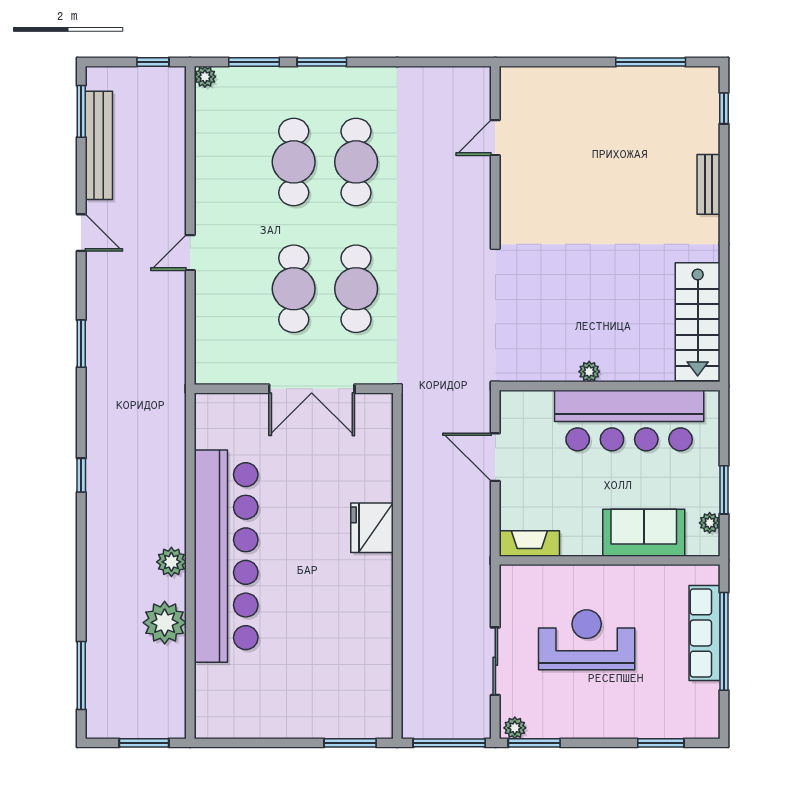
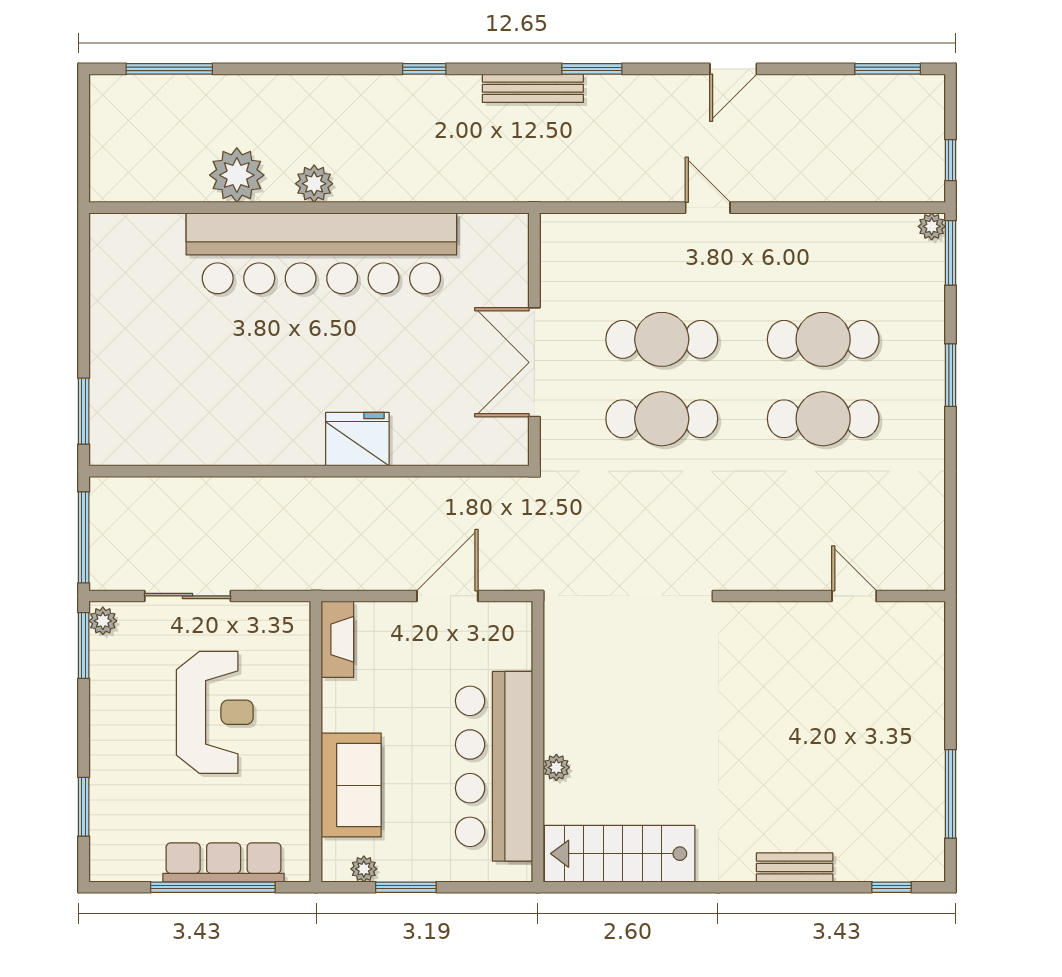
window: (254, 62) -> (950, 253), moved
bench: (99, 145) -> (533, 88), moved, width x0.73, depth x0.82
plant: (589, 372) -> (556, 767), moved
window: (144, 743) -> (84, 149), removed

